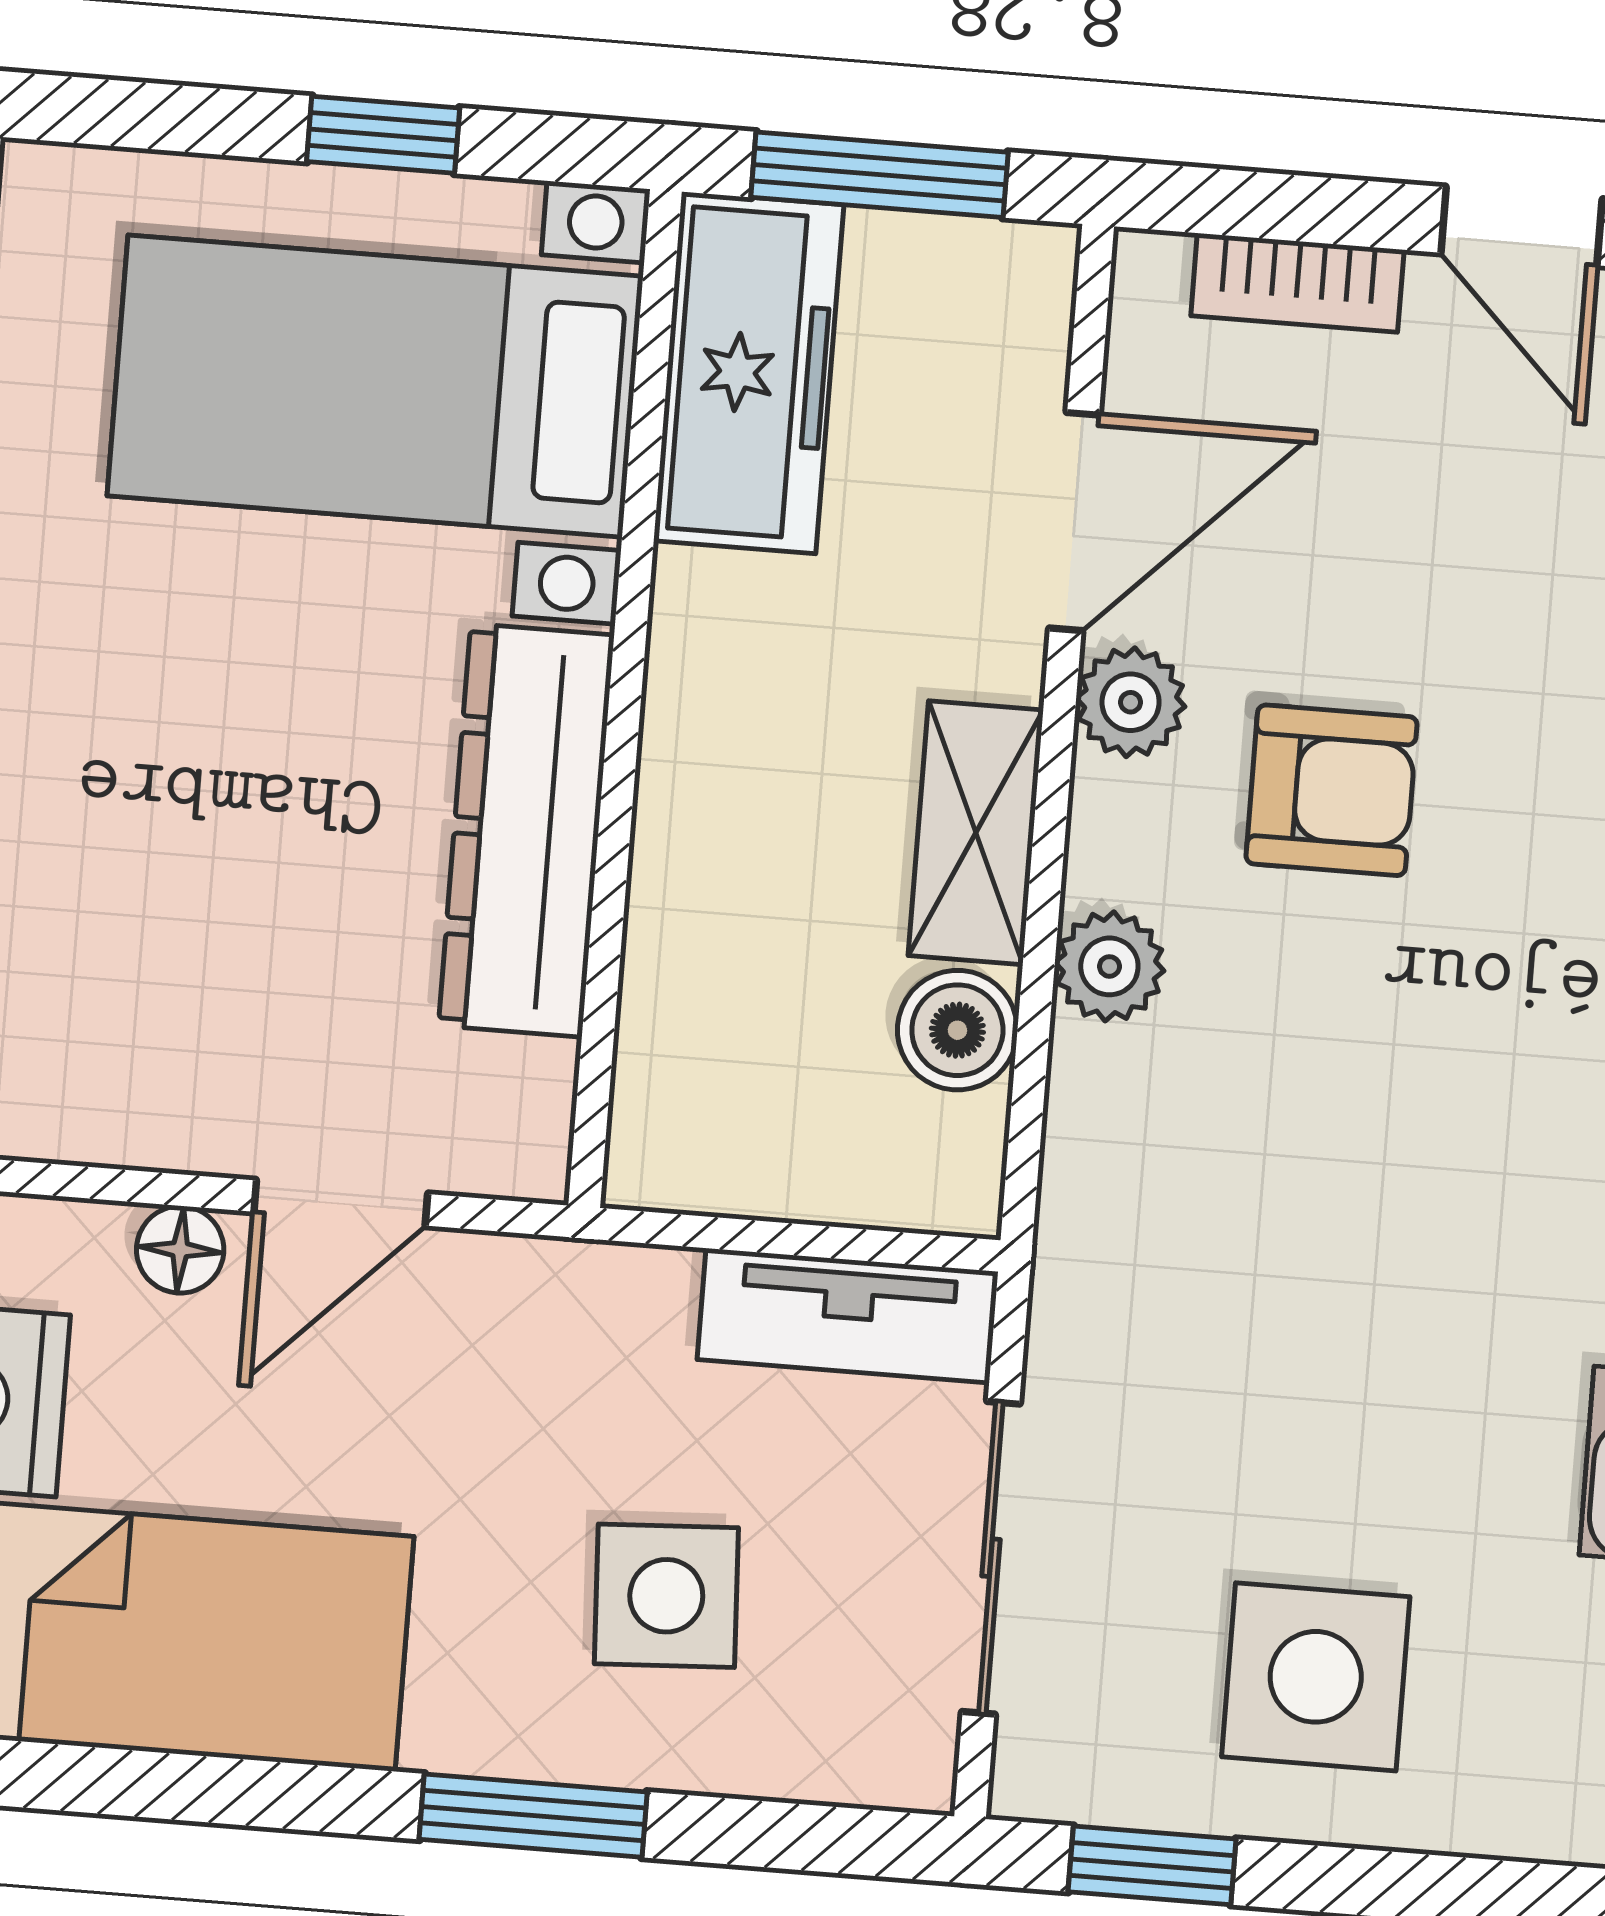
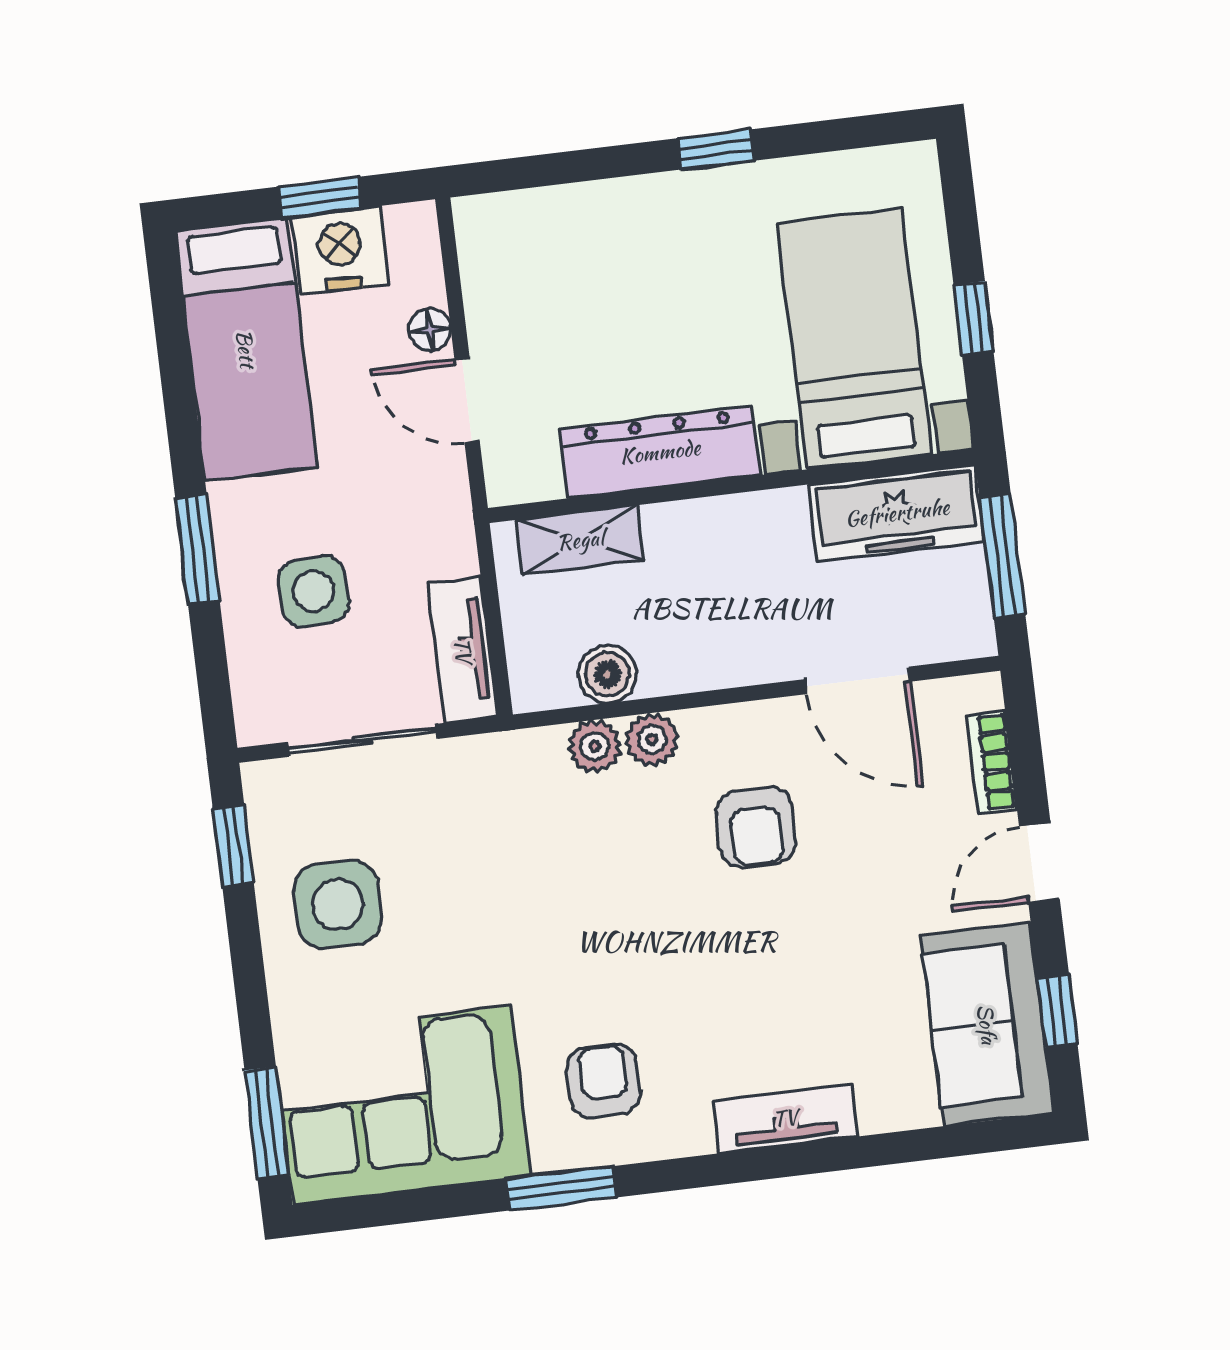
plant: (1131, 702) -> (595, 746), moved
shelving: (976, 833) -> (580, 540), moved

